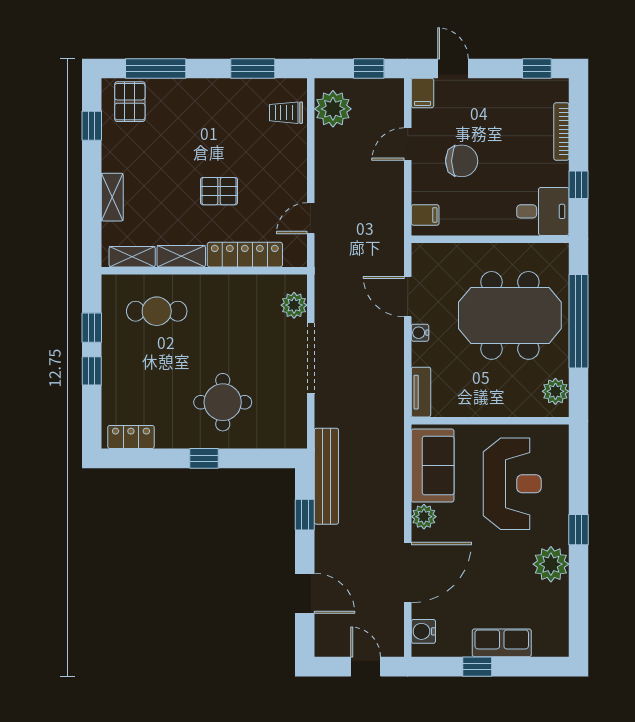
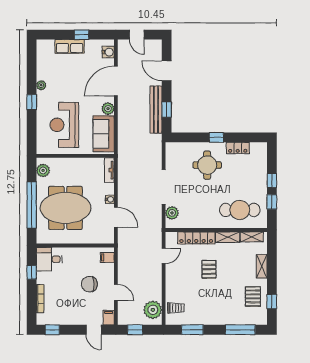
pallet: (130, 102) -> (253, 296), moved
door: (408, 144) -> (116, 292), hinge flipped
pallet: (219, 191) -> (209, 269), turned 90
cafe table: (157, 311) -> (240, 210), width x1.37, depth x1.35
locker: (131, 437) -> (238, 148), moved
bench: (326, 476) -> (156, 110), moved
plant: (551, 564) -> (41, 85), width x0.53, depth x0.53

